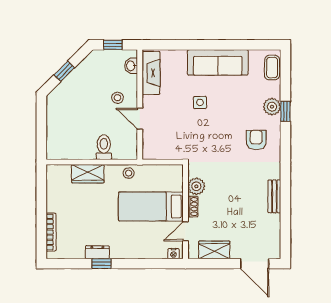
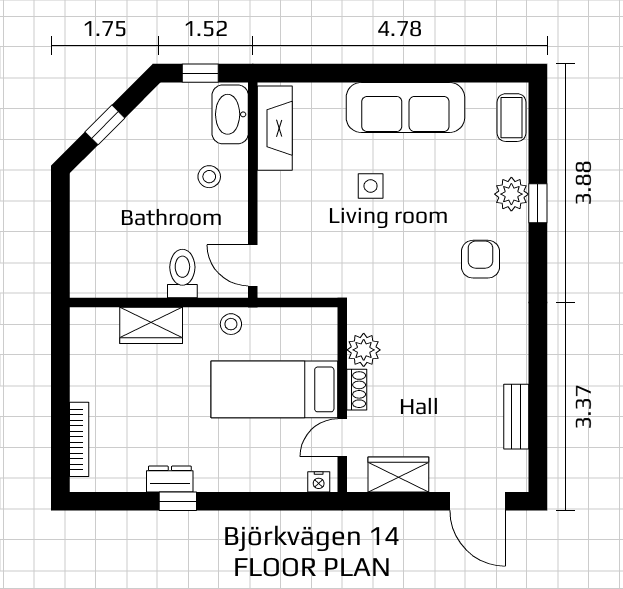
washbasin: (131, 66) -> (230, 114), width x1.91, depth x1.45
door: (140, 119) -> (253, 265), moved
bench: (274, 196) -> (516, 417), moved

